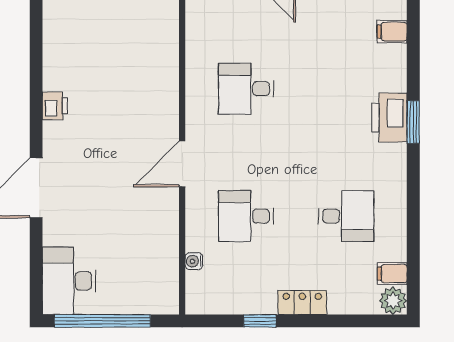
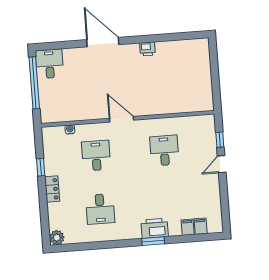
filing cabinet: (392, 274) -> (188, 227), moved
desk: (69, 281) -> (49, 64), width x0.73

